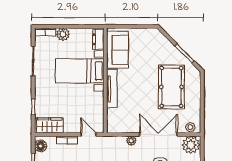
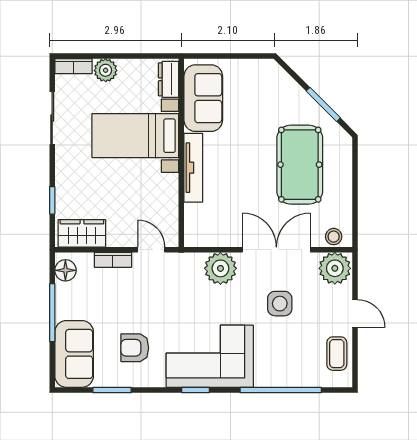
plant: (131, 141) -> (220, 268), width x1.88, depth x1.88

